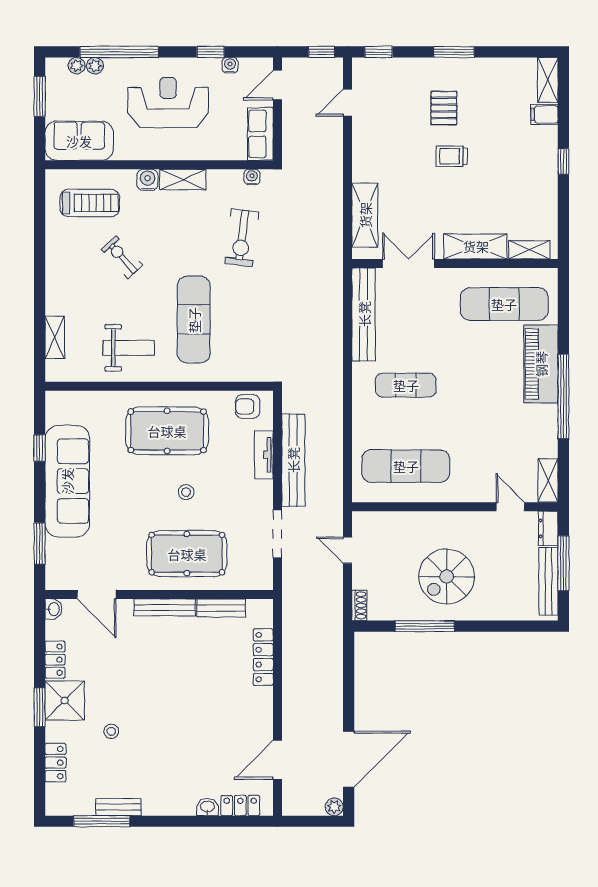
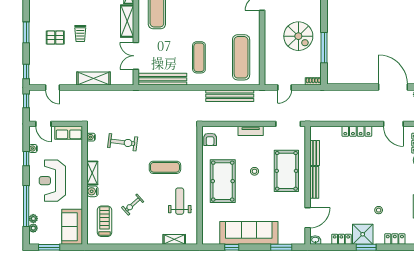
shelving: (365, 215) -> (94, 79), moved
exercise mat: (194, 320) -> (165, 167), width x0.73, depth x0.69
tv unit: (264, 455) -> (251, 131), moved
bench: (293, 460) -> (230, 96), moved
doorway: (277, 534) -> (288, 124), moved
locker: (263, 657) -> (357, 131), moved

